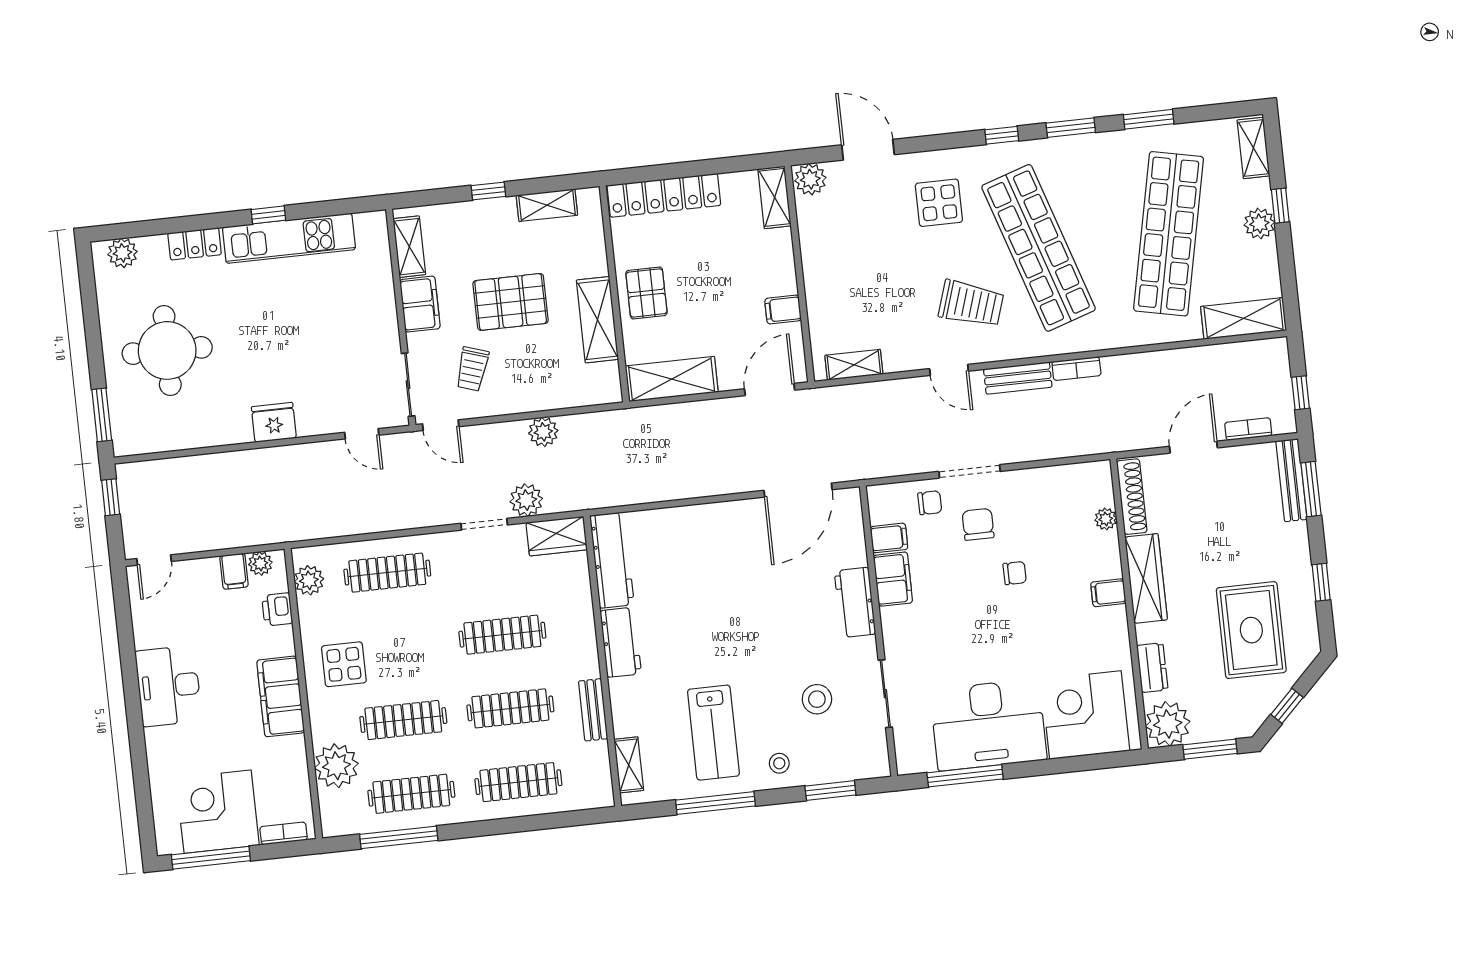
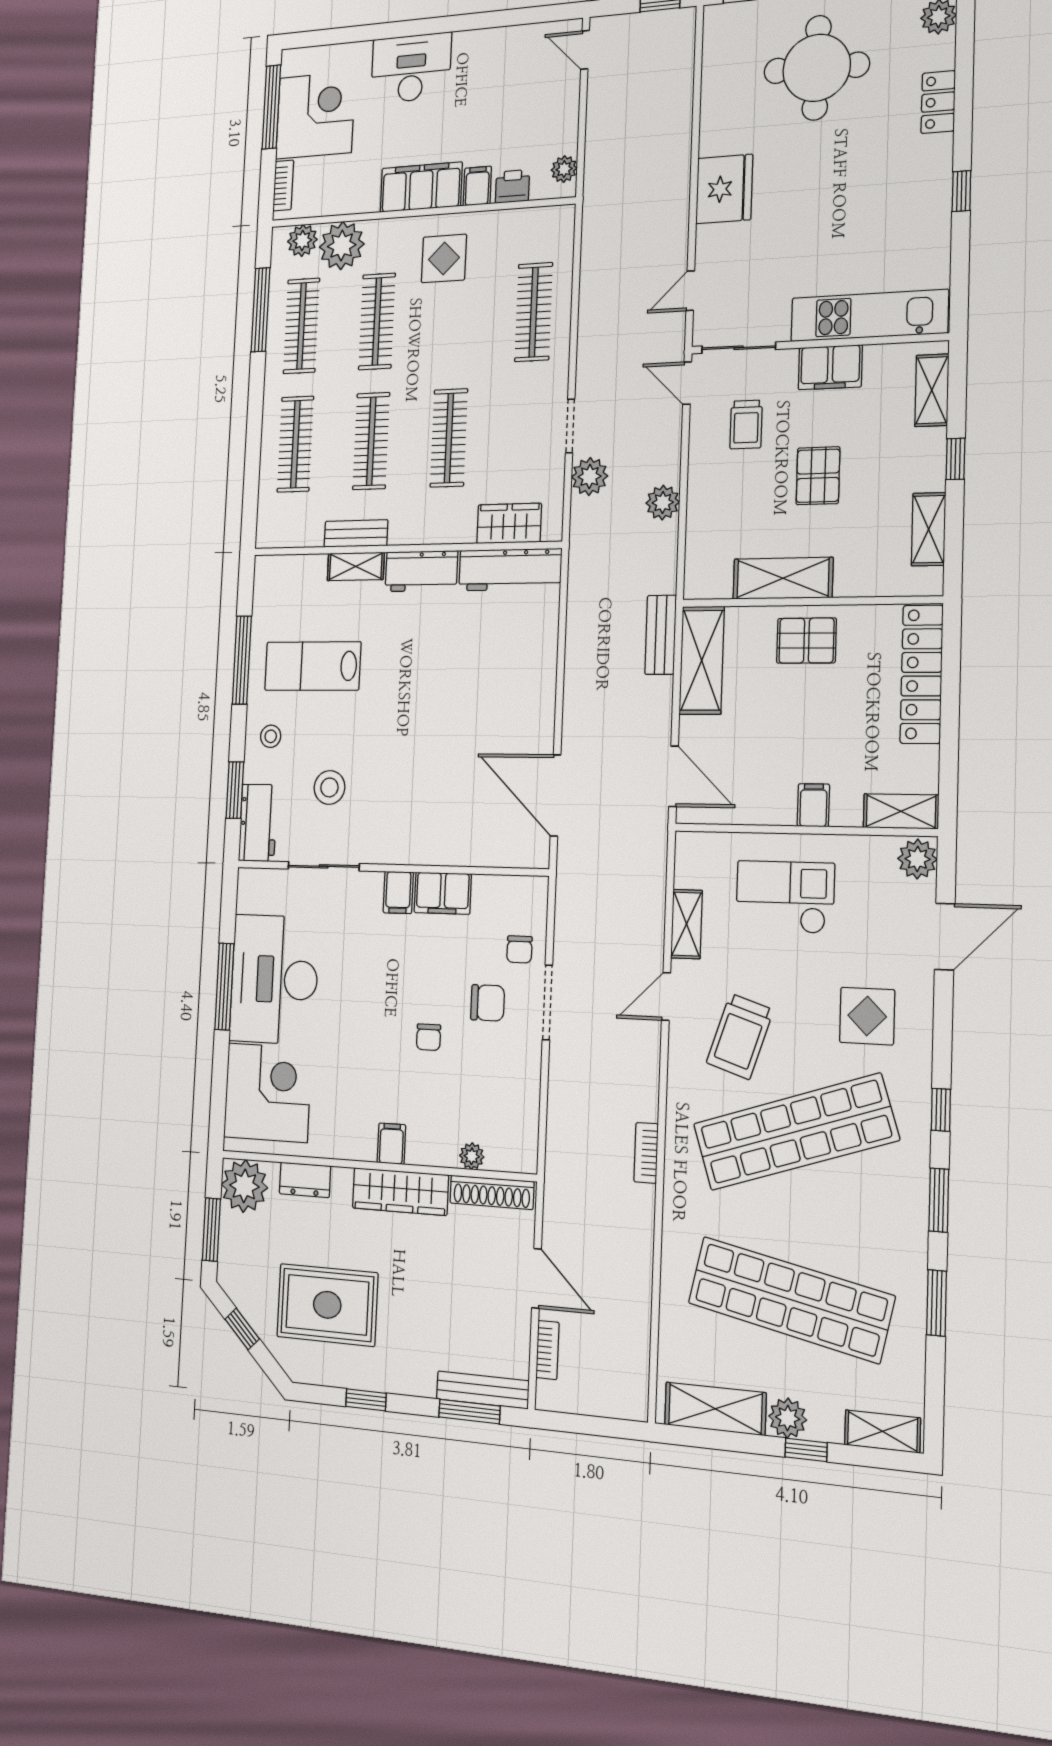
kitchen unit: (289, 238) -> (869, 316), moved, turned 90
shelving: (409, 247) -> (932, 390), moved, turned 90
checkout: (855, 282) -> (785, 897), added
pallet: (511, 302) -> (818, 476), width x0.67, depth x0.71
filing cabinet: (783, 310) -> (813, 805), moved
shelving: (1244, 318) -> (715, 1409), moved, turned 90
shelving: (854, 365) -> (687, 924), moved
trolley: (472, 369) -> (746, 424), turned -108
bench: (1018, 378) -> (661, 635), moved
window: (1301, 393) -> (580, 1424), removed
fridge: (274, 422) -> (724, 189), width x1.36, depth x1.34
door: (441, 425) -> (687, 383), hinge flipped
wardrobe: (557, 536) -> (509, 523), moved, turned 90
filing cabinet: (889, 538) -> (398, 892), moved
filing cabinet: (234, 571) -> (477, 186), moved, turned 90
plant: (309, 580) -> (302, 241), moved
workbench: (855, 602) -> (258, 823), moved, turned 90
desk: (169, 686) -> (411, 68), moved
shelving: (629, 765) -> (356, 567), moved
window: (965, 776) -> (224, 987), moved

